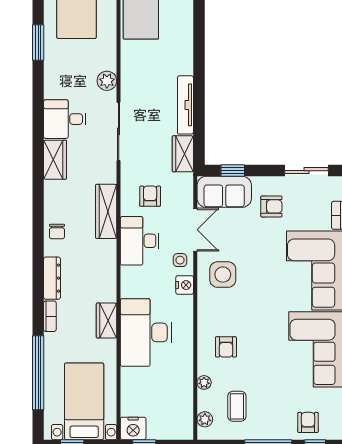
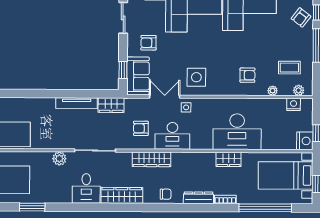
wardrobe: (55, 160) -> (122, 195), width x1.50
armchair: (271, 206) -> (148, 43), turned -90
nightstand: (185, 285) -> (294, 104), moved
armchair: (308, 422) -> (301, 17), turned -52

